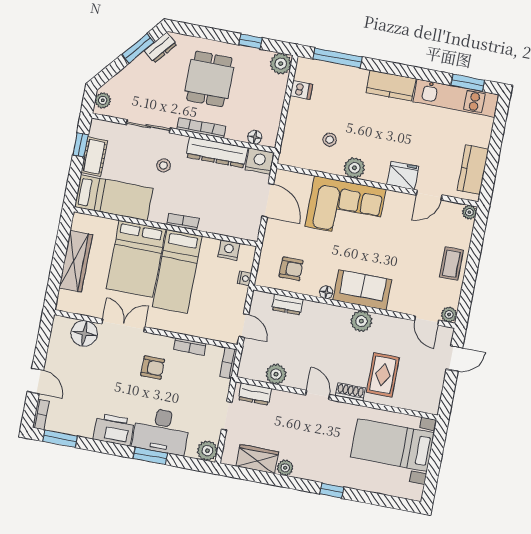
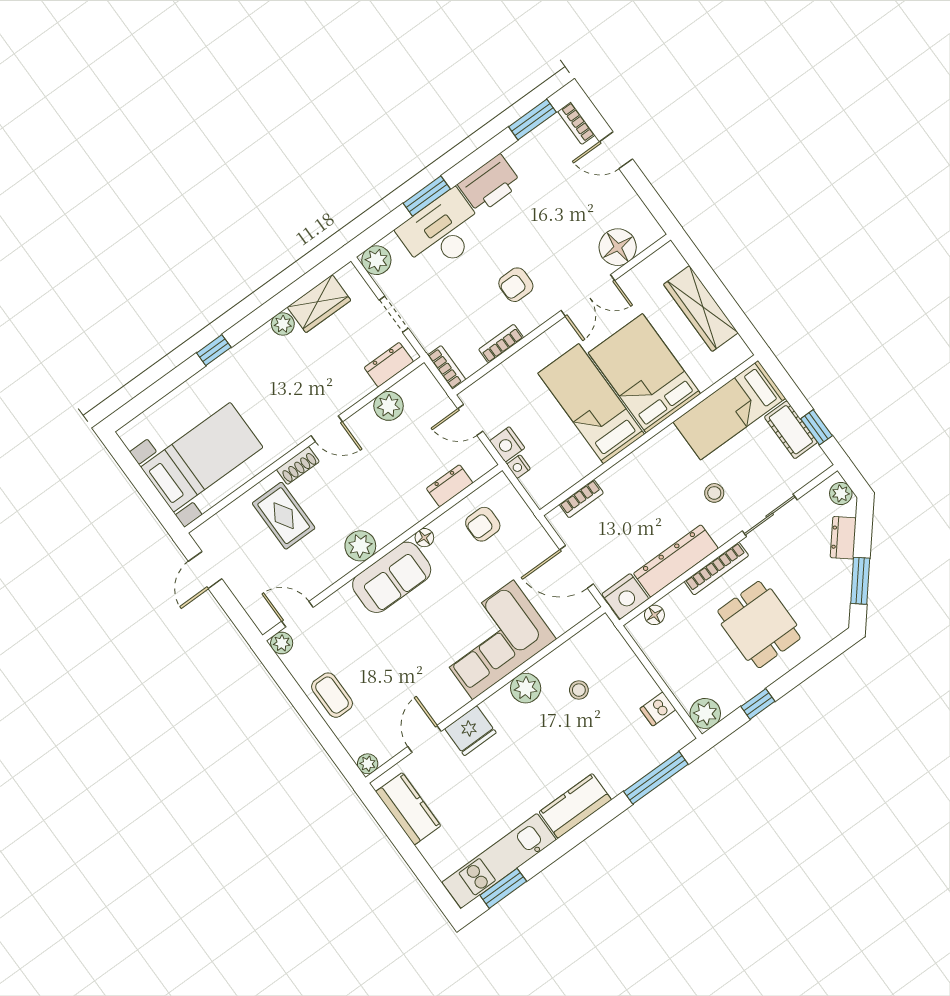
dresser: (161, 48) -> (843, 538), moved
bookcase: (183, 222) -> (581, 499), moved
nightstand: (229, 250) -> (507, 444), moved, turned 90
door: (454, 358) -> (205, 570), moved

